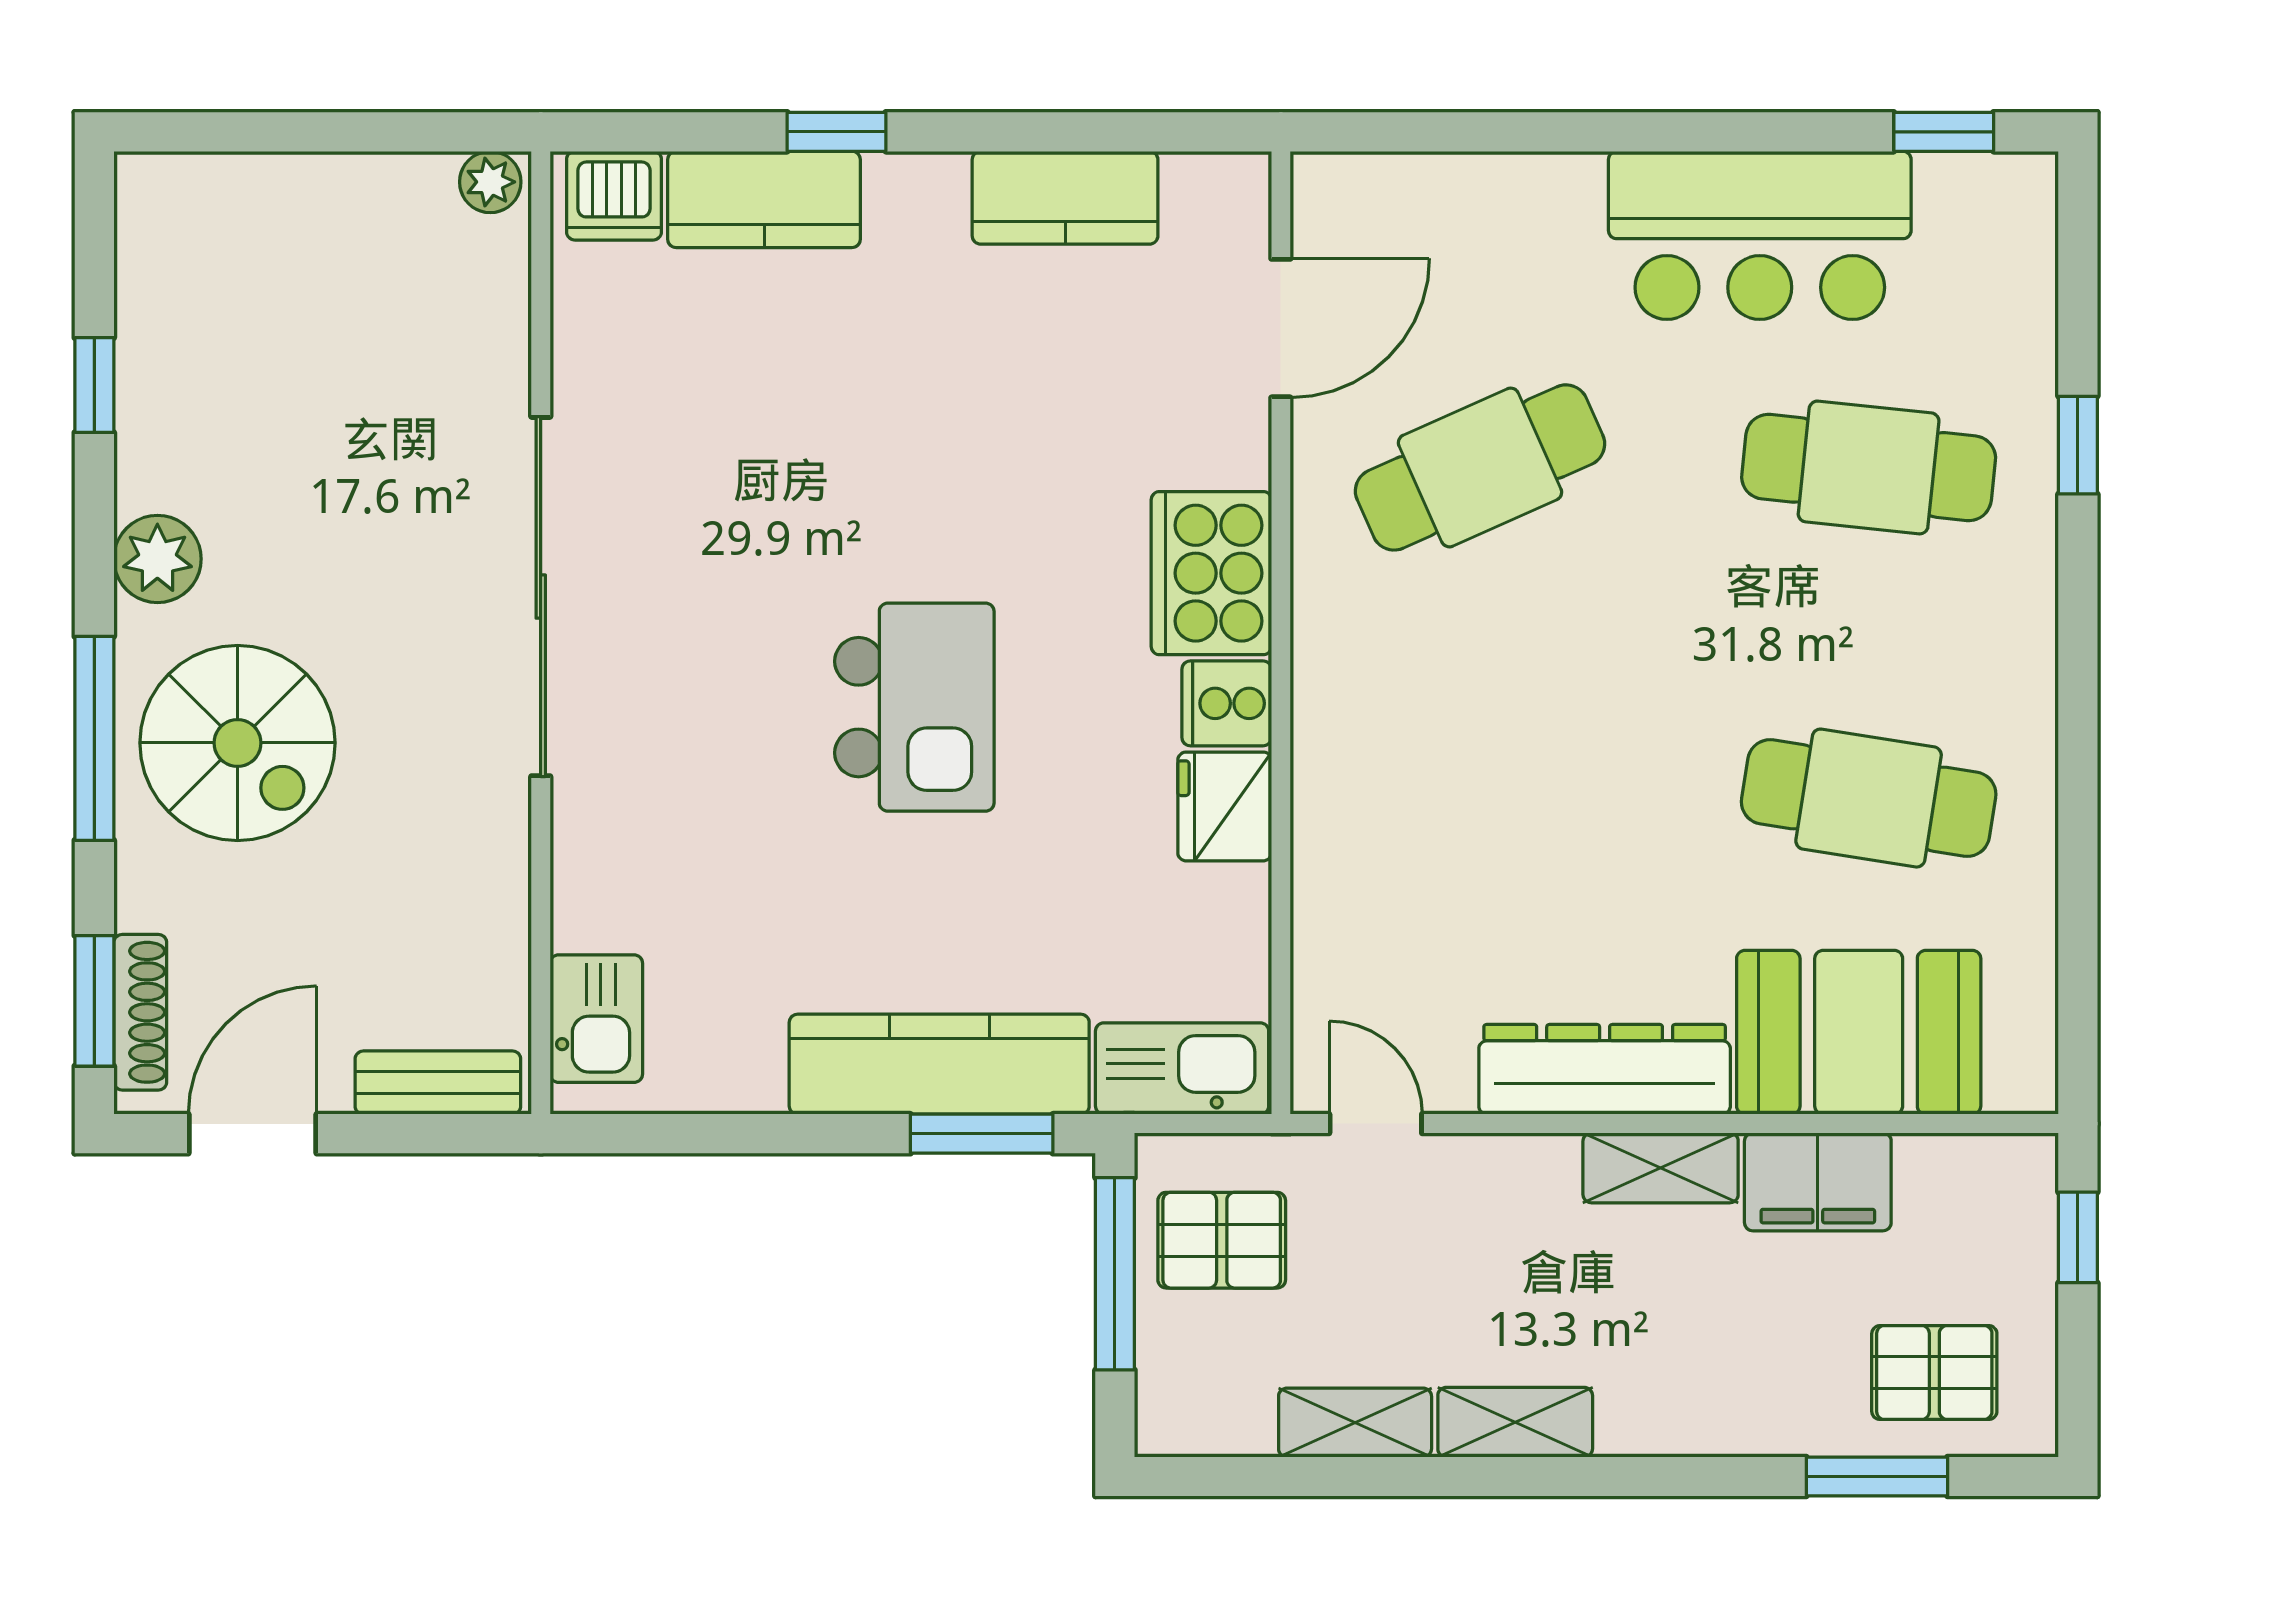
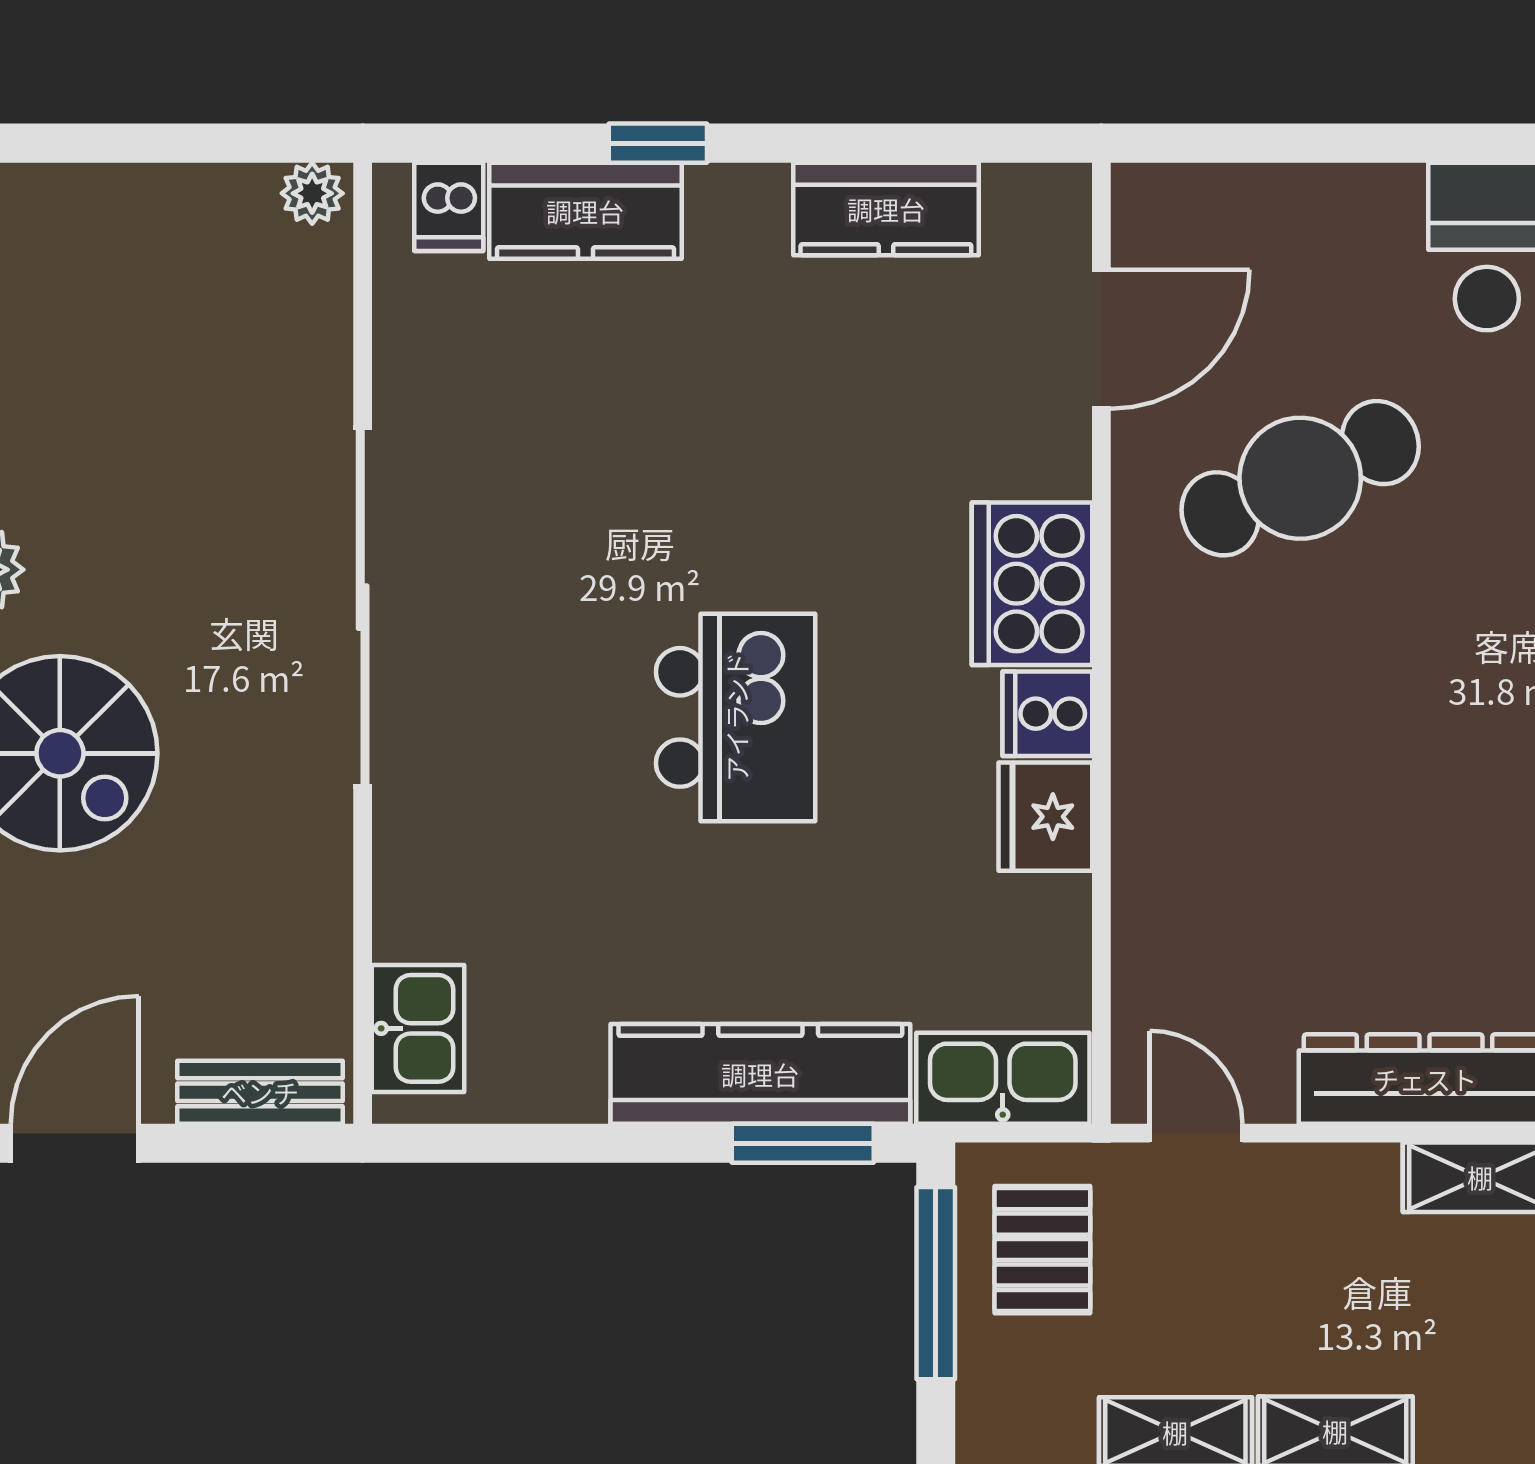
dishwasher: (614, 196) -> (449, 207), width x0.73
pallet: (1222, 1240) -> (1042, 1250), turned 90

